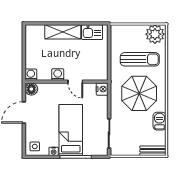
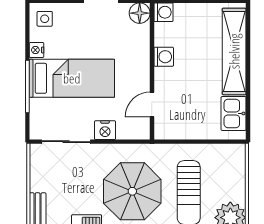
shelving: (63, 32) -> (234, 51), width x1.47
door: (75, 82) -> (152, 104), moved
nightstand: (102, 89) -> (105, 130), moved

